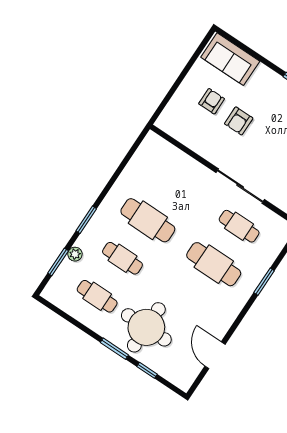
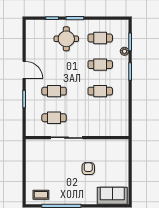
armchair: (212, 101) -> (108, 169), removed
cafe table: (148, 220) -> (100, 91), width x0.73, depth x0.74
cafe table: (214, 264) -> (54, 91), width x0.73, depth x0.74
round table: (146, 327) -> (66, 39), width x0.73, depth x0.73
door: (215, 355) -> (24, 70), moved

